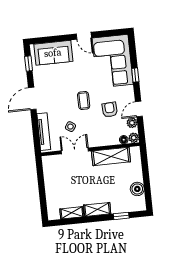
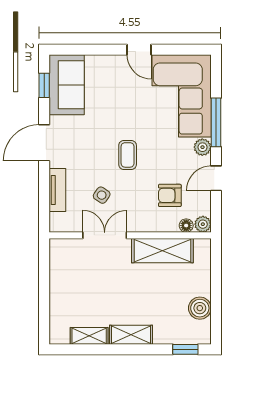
sofa: (53, 53) -> (67, 85), moved, turned -90
window: (135, 75) -> (216, 122), width x2.17
armchair: (110, 110) -> (170, 195), moved, turned -87
plant: (132, 123) -> (202, 147), moved
tv unit: (44, 132) -> (57, 190), width x0.71
window: (121, 216) -> (185, 349), moved

